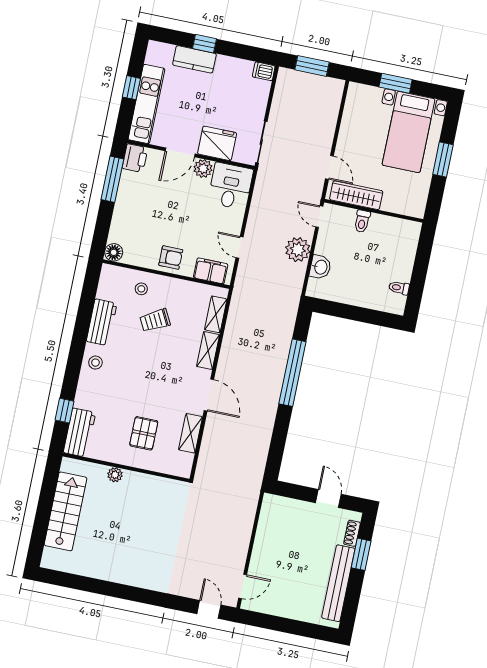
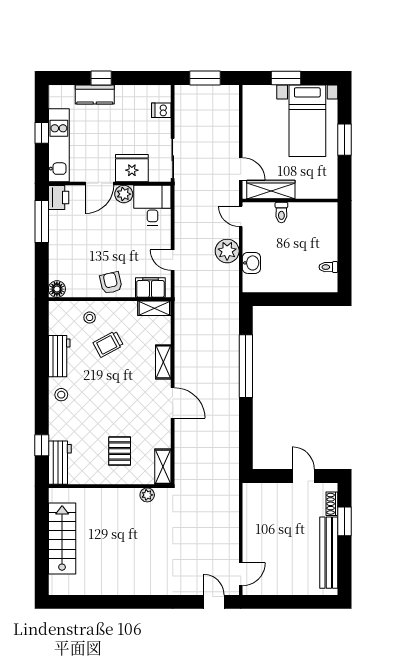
dishwasher: (264, 71) -> (161, 110), moved
armchair: (171, 258) -> (111, 283), turned -103
shelving: (216, 314) -> (154, 308), moved, turned 90
shelving: (191, 433) -> (163, 467), moved
plant: (115, 475) -> (147, 495), moved

